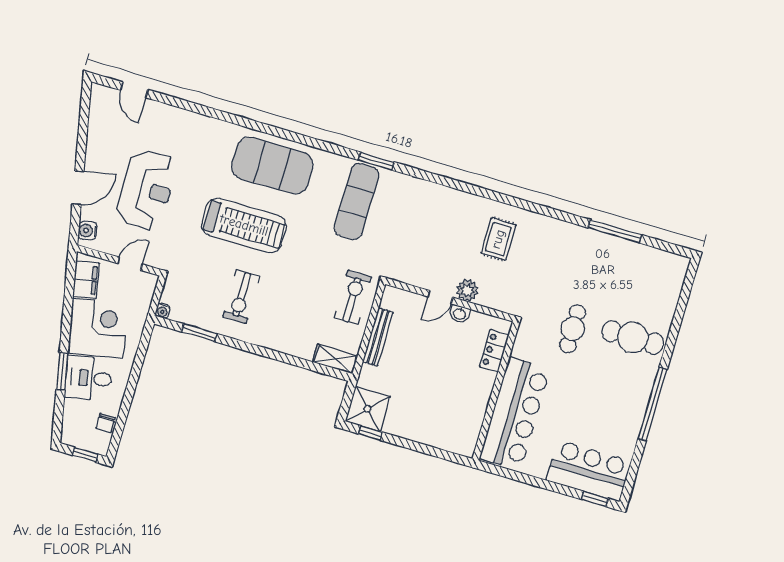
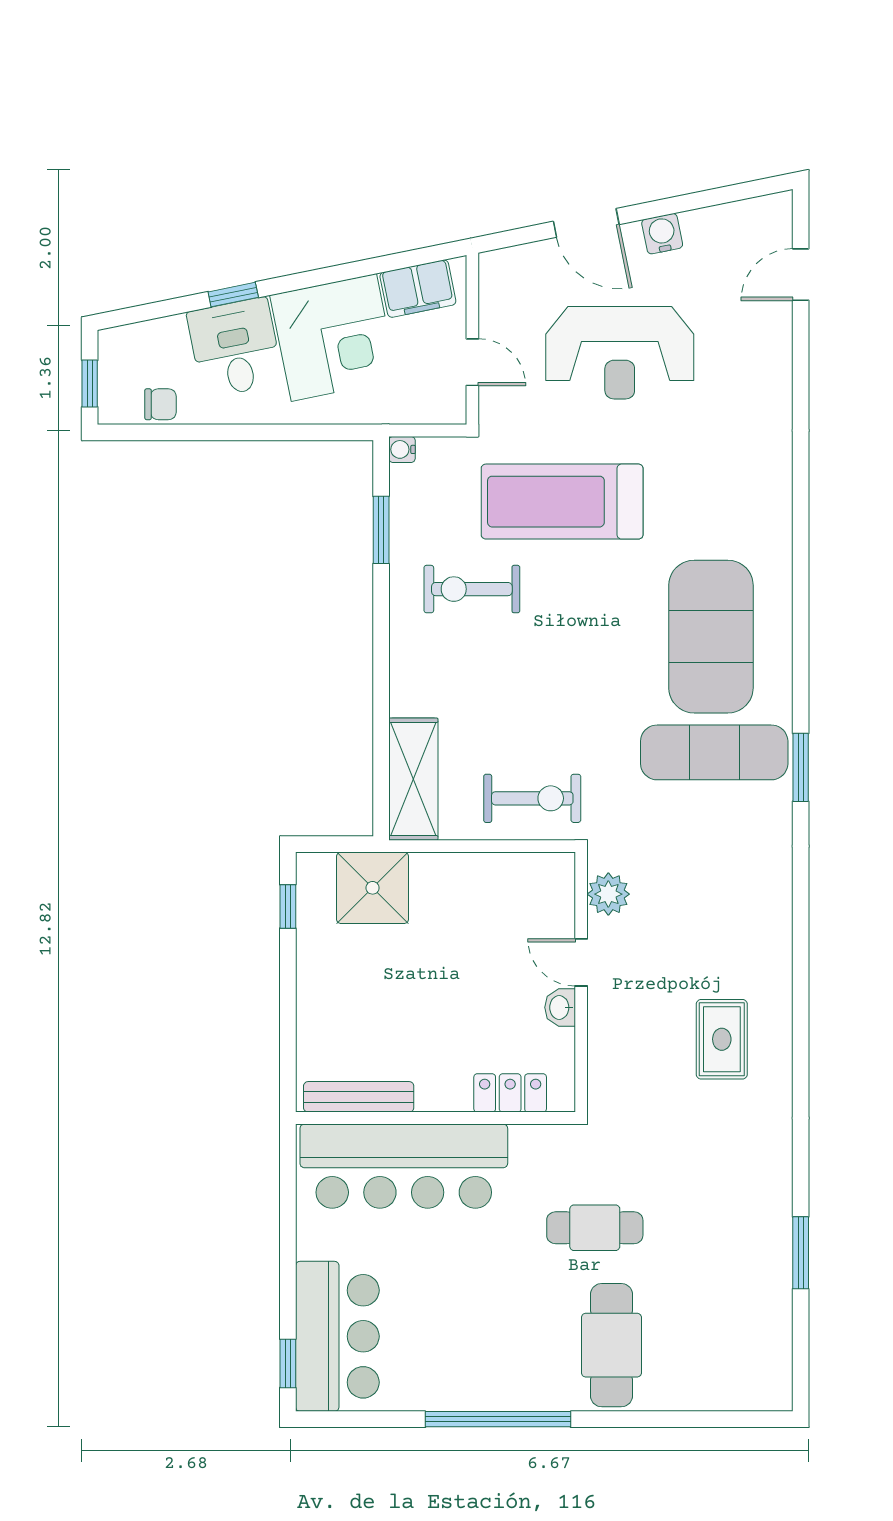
exercise mat: (272, 166) -> (711, 637), moved
treadmill: (244, 225) -> (562, 502), moved, turned 90
water cooler: (87, 231) -> (662, 234), moved
window: (615, 231) -> (801, 1253), width x0.69
rug: (498, 239) -> (722, 1039), turned 90
plant: (467, 290) -> (608, 894), moved
bench: (378, 337) -> (359, 1097), moved
shelving: (335, 359) -> (413, 779), width x1.50, depth x1.33
window: (62, 371) -> (233, 295), width x0.67
shower: (368, 409) -> (373, 888), moved
chair: (105, 423) -> (160, 404), turned 180

